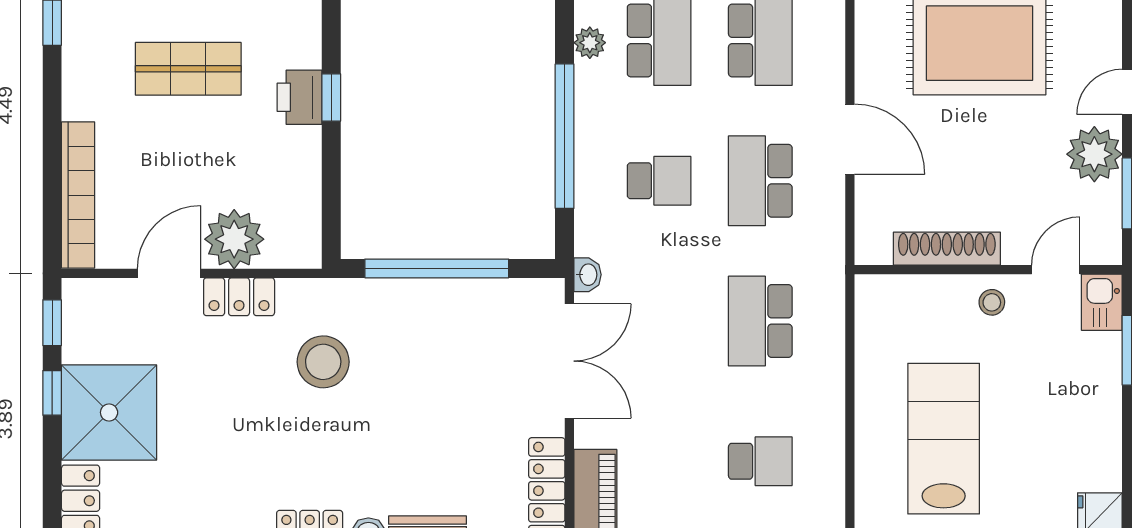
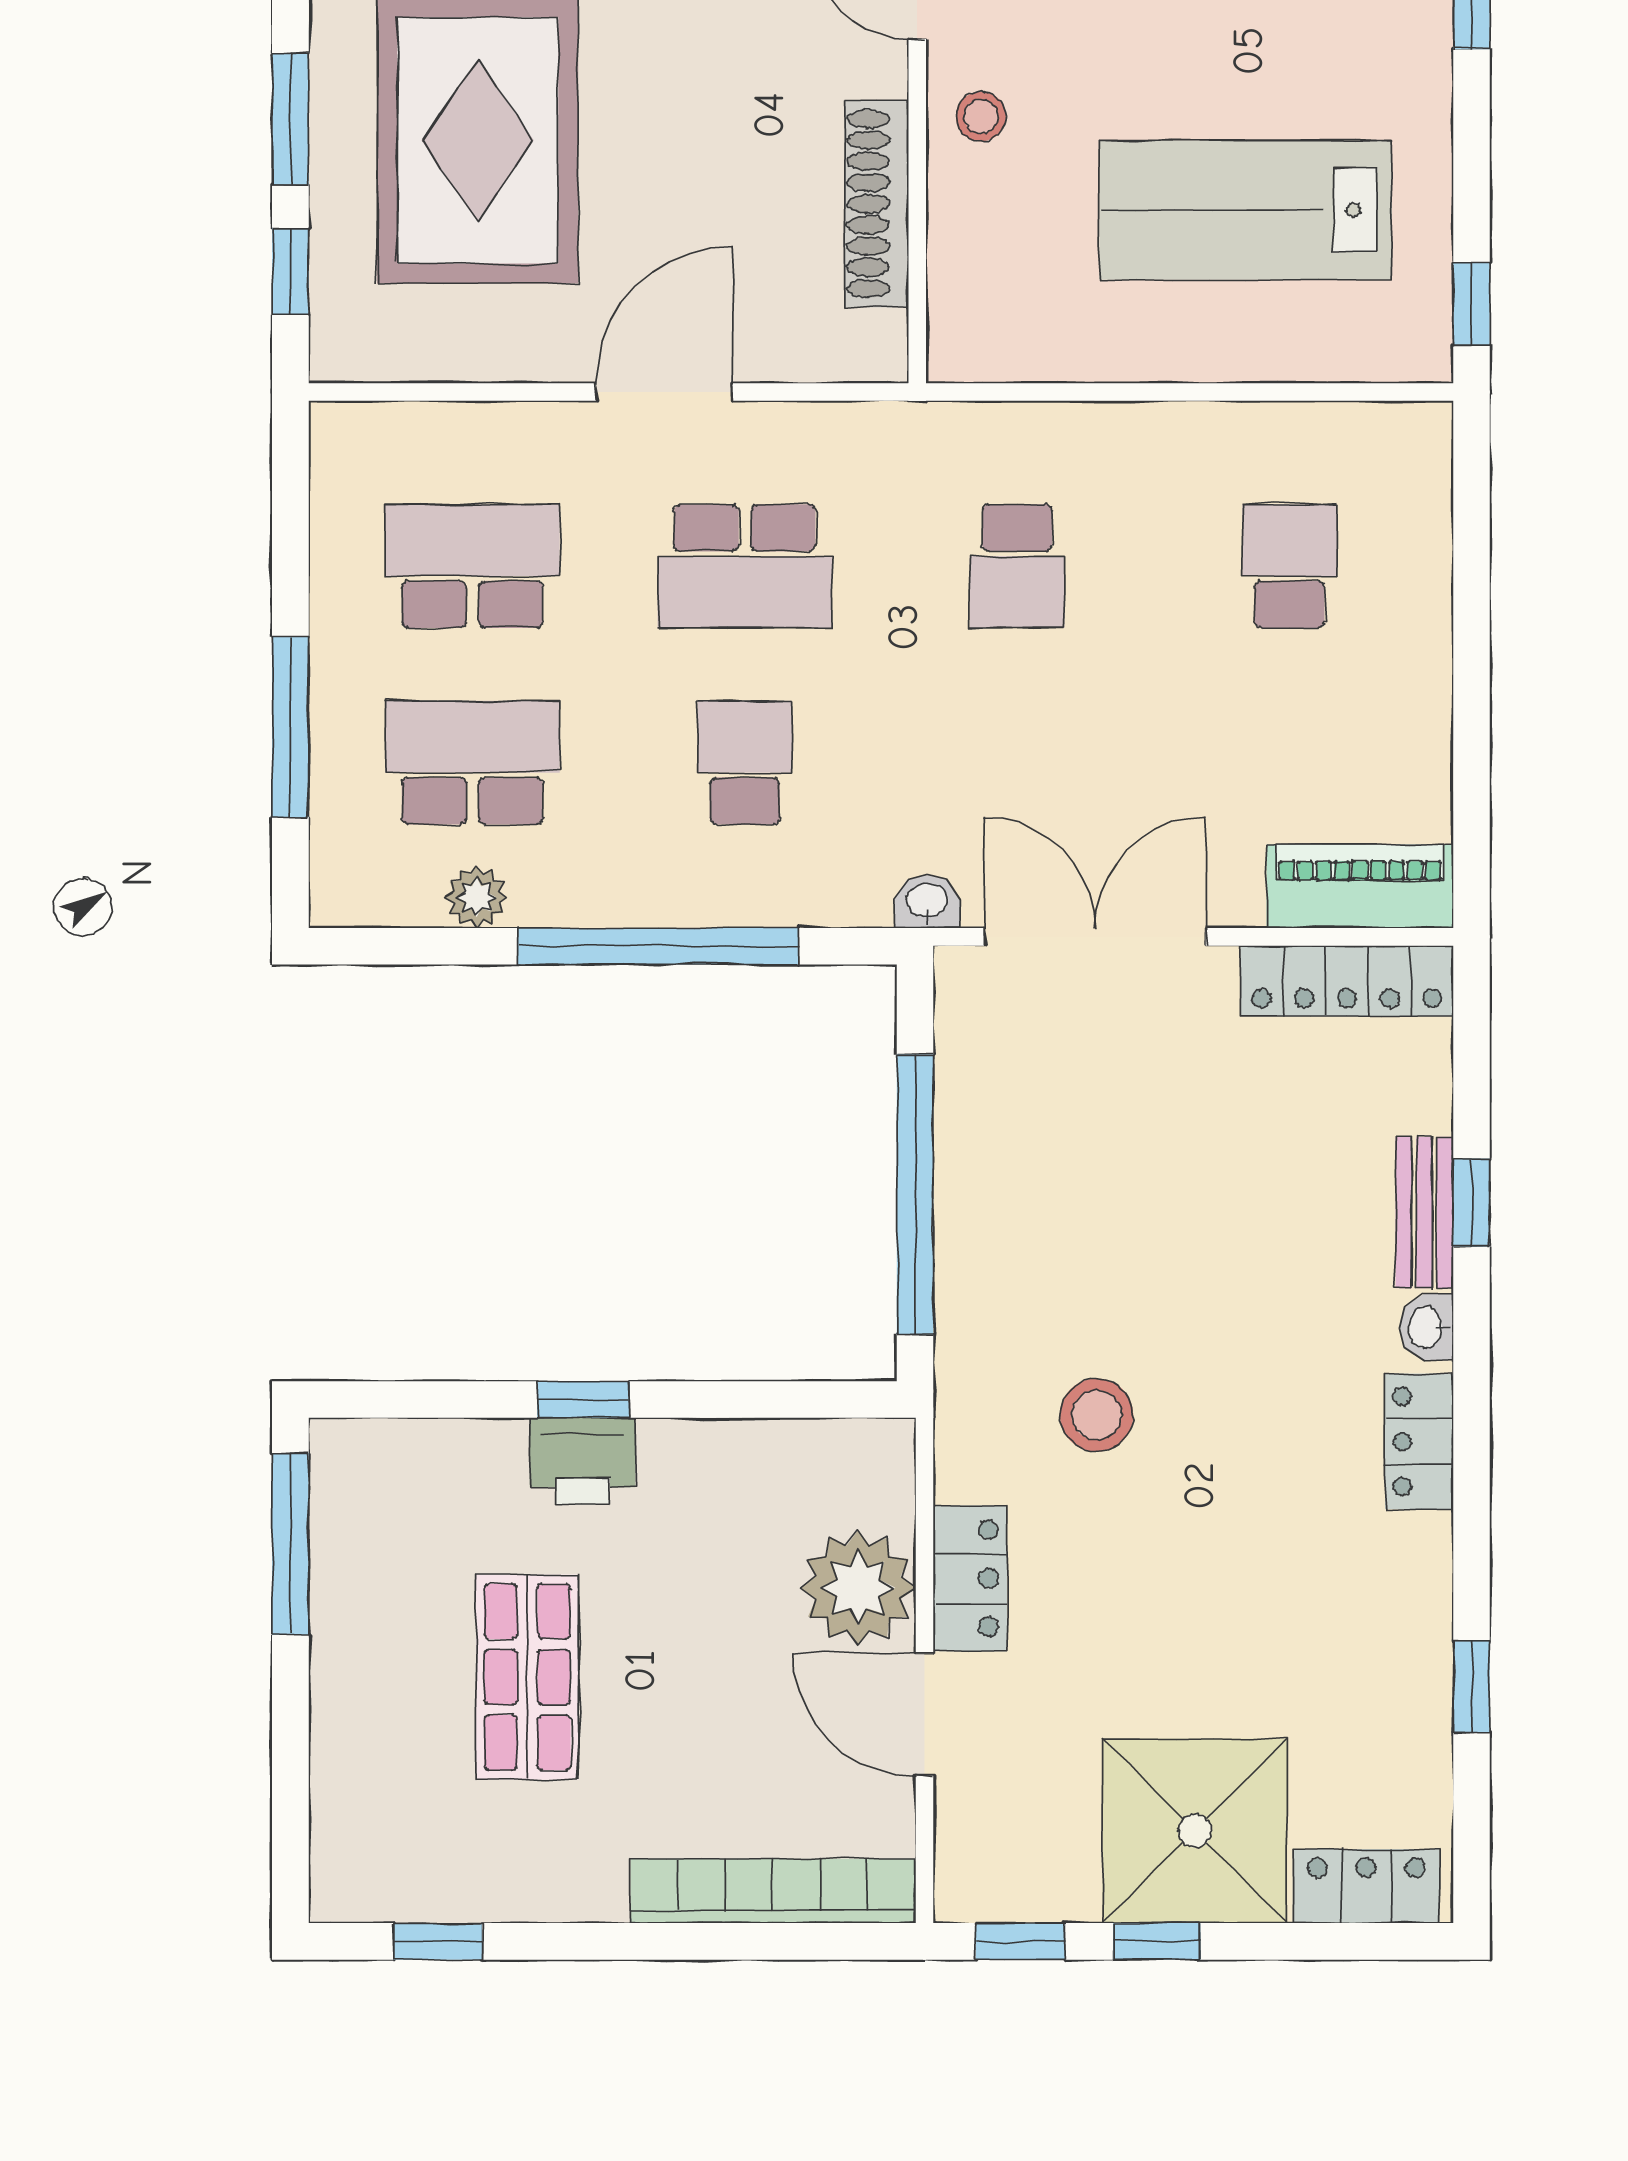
school desk: (760, 321) -> (1017, 566), width x0.54
stool: (323, 362) -> (1096, 1415), width x0.73, depth x0.73

